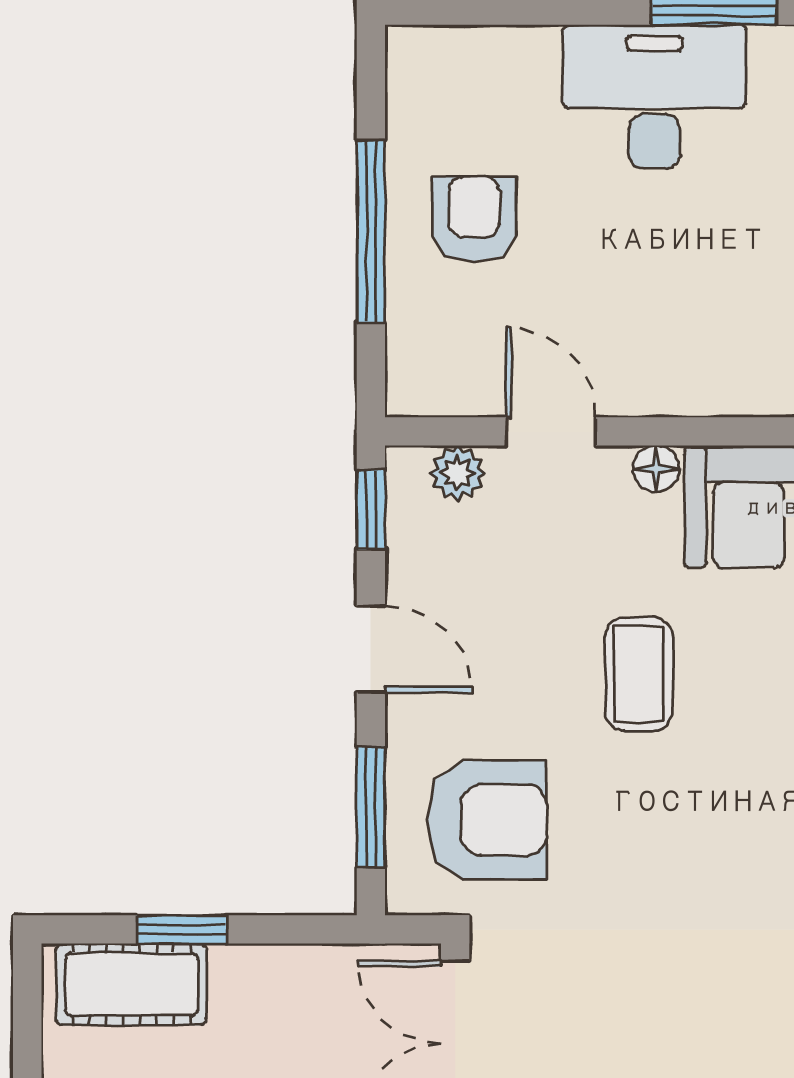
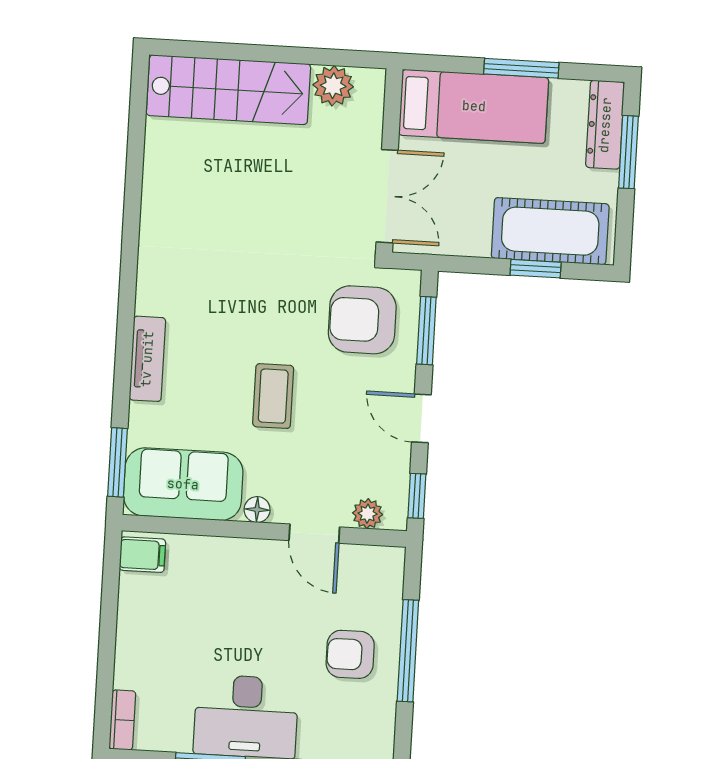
armchair: (474, 219) -> (350, 654), turned 90
cot: (131, 984) -> (550, 231), width x1.37, depth x1.34

